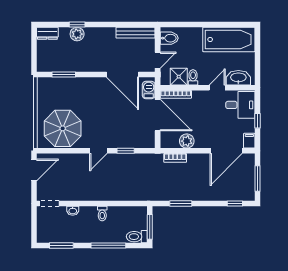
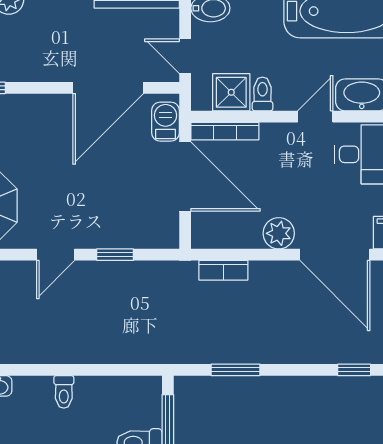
door: (158, 60) -> (185, 56), swing flipped
door: (122, 75) -> (108, 88), hinge flipped
plant: (187, 141) -> (279, 233), moved
door: (226, 151) -> (335, 255), hinge flipped

